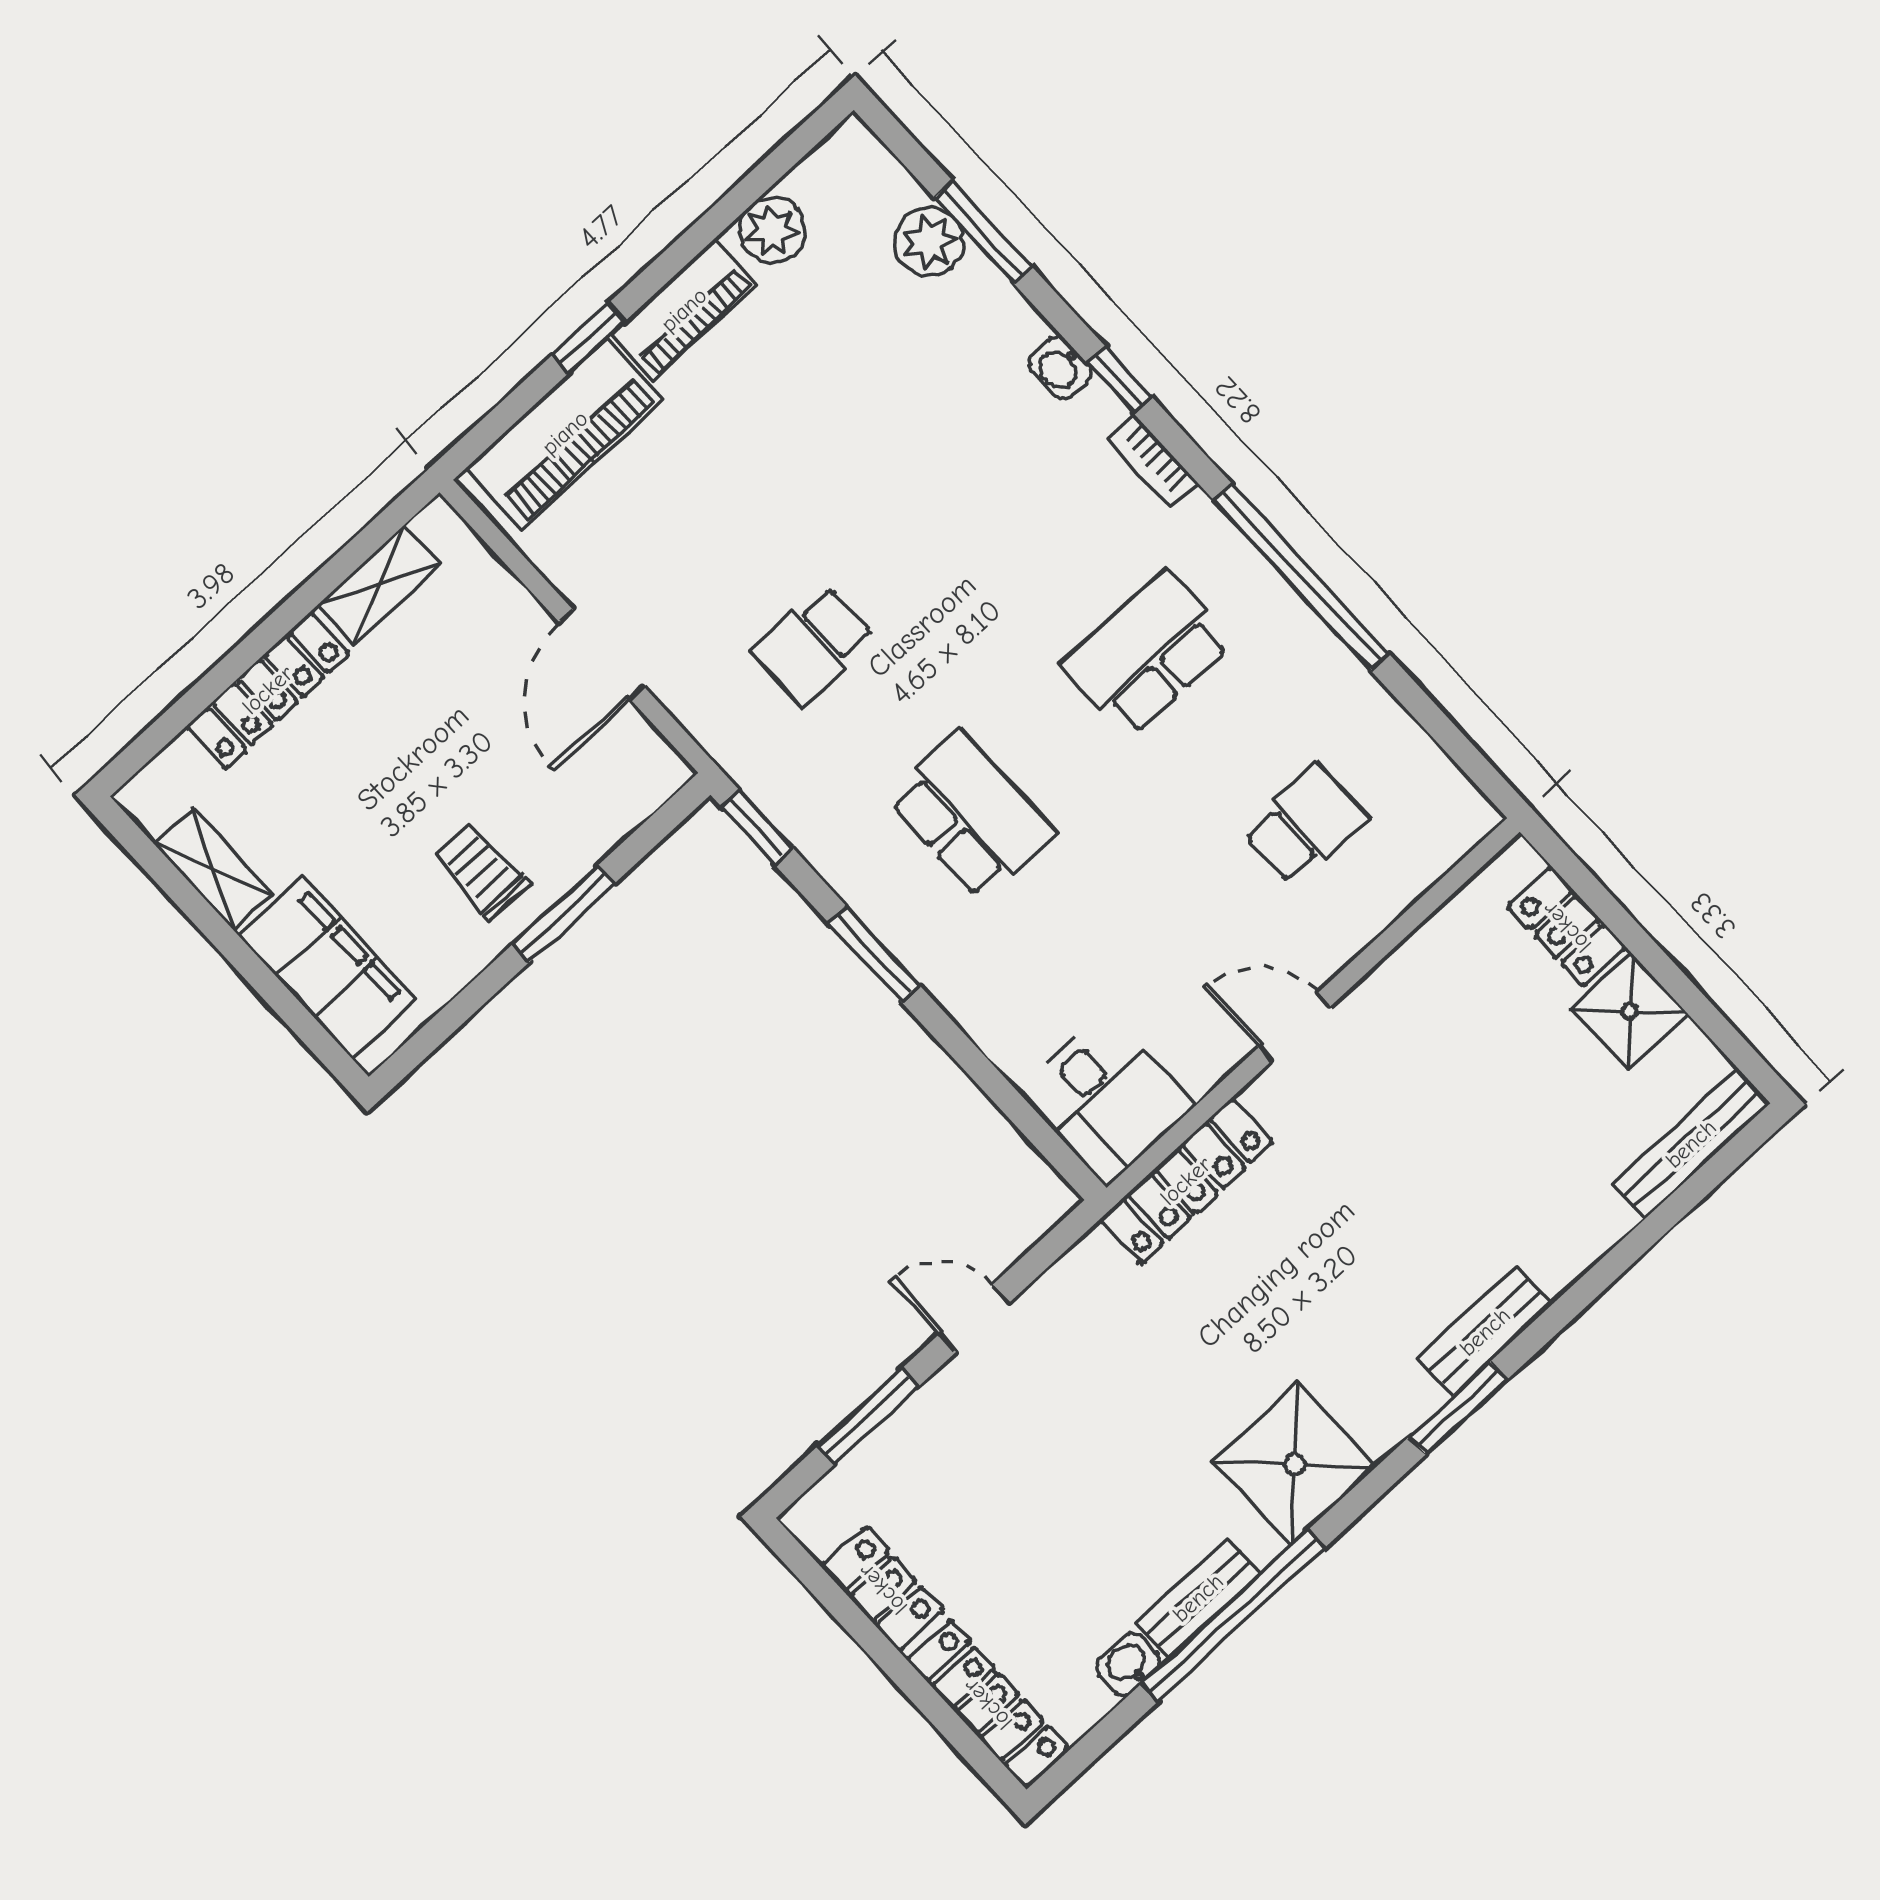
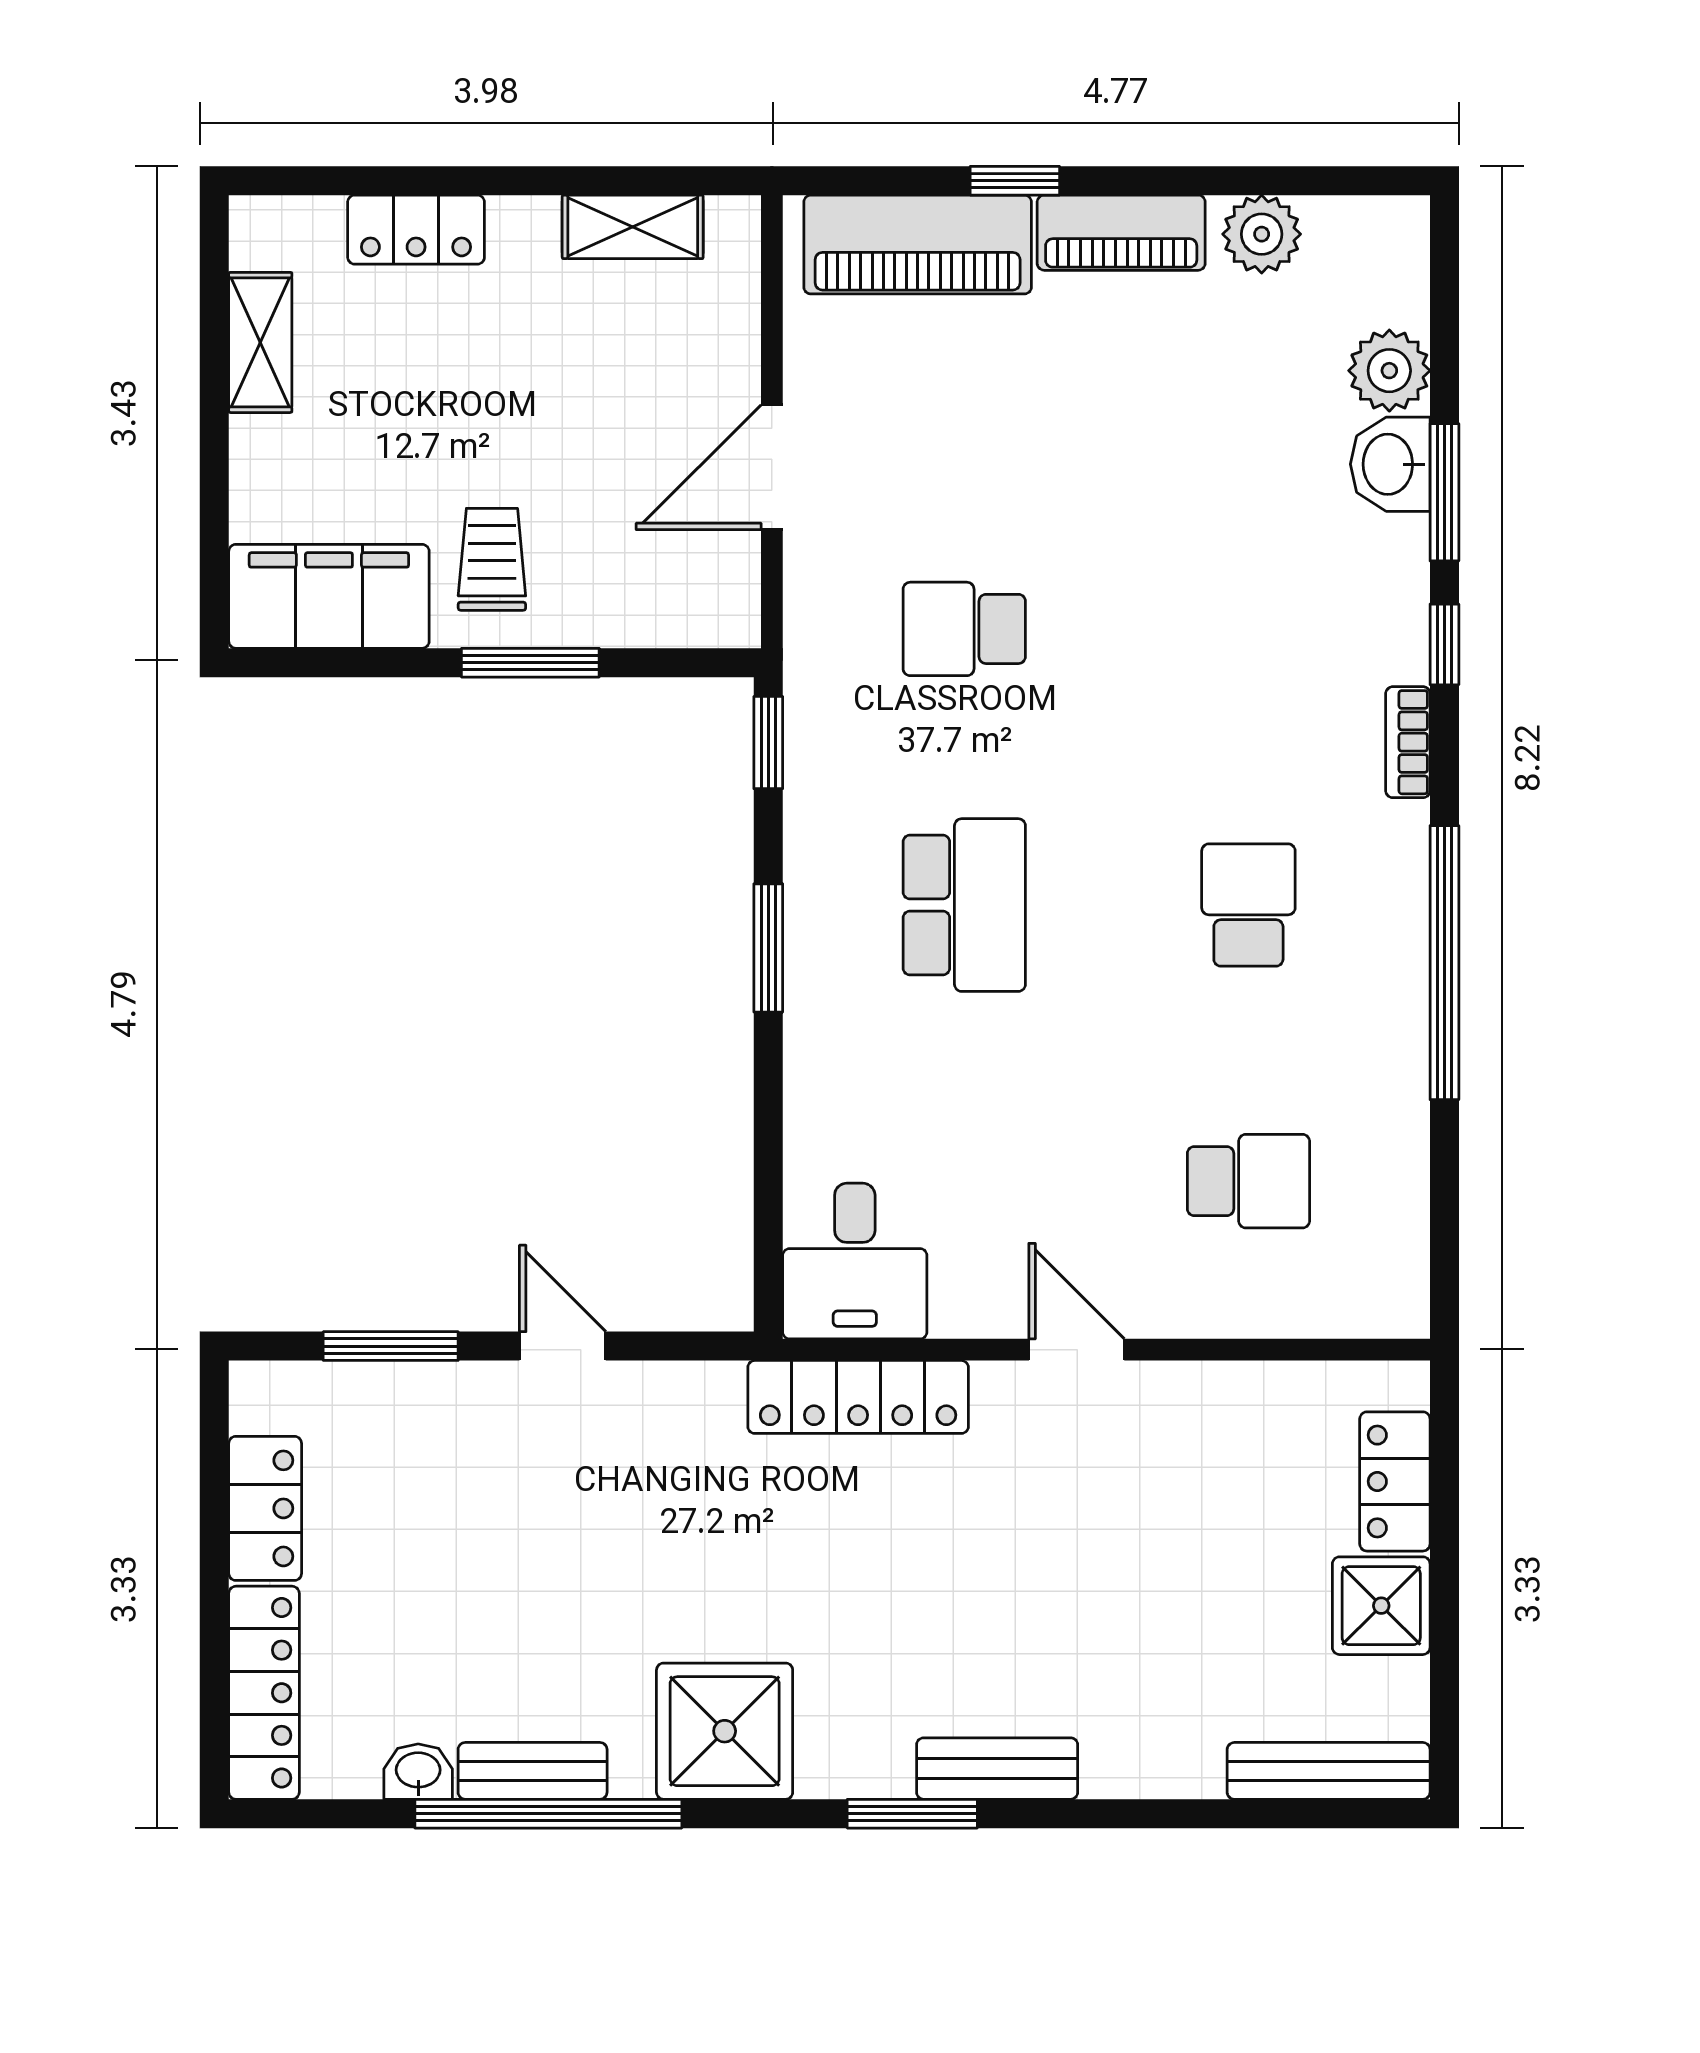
window: (983, 232) -> (1444, 492), moved
washbasin: (1060, 368) -> (1390, 464), moved, width x1.38, depth x1.45
school desk: (1147, 653) -> (1248, 905), width x0.54
locker: (268, 690) -> (416, 230), width x0.66
filing cabinet: (327, 967) -> (329, 596), moved, turned -90

